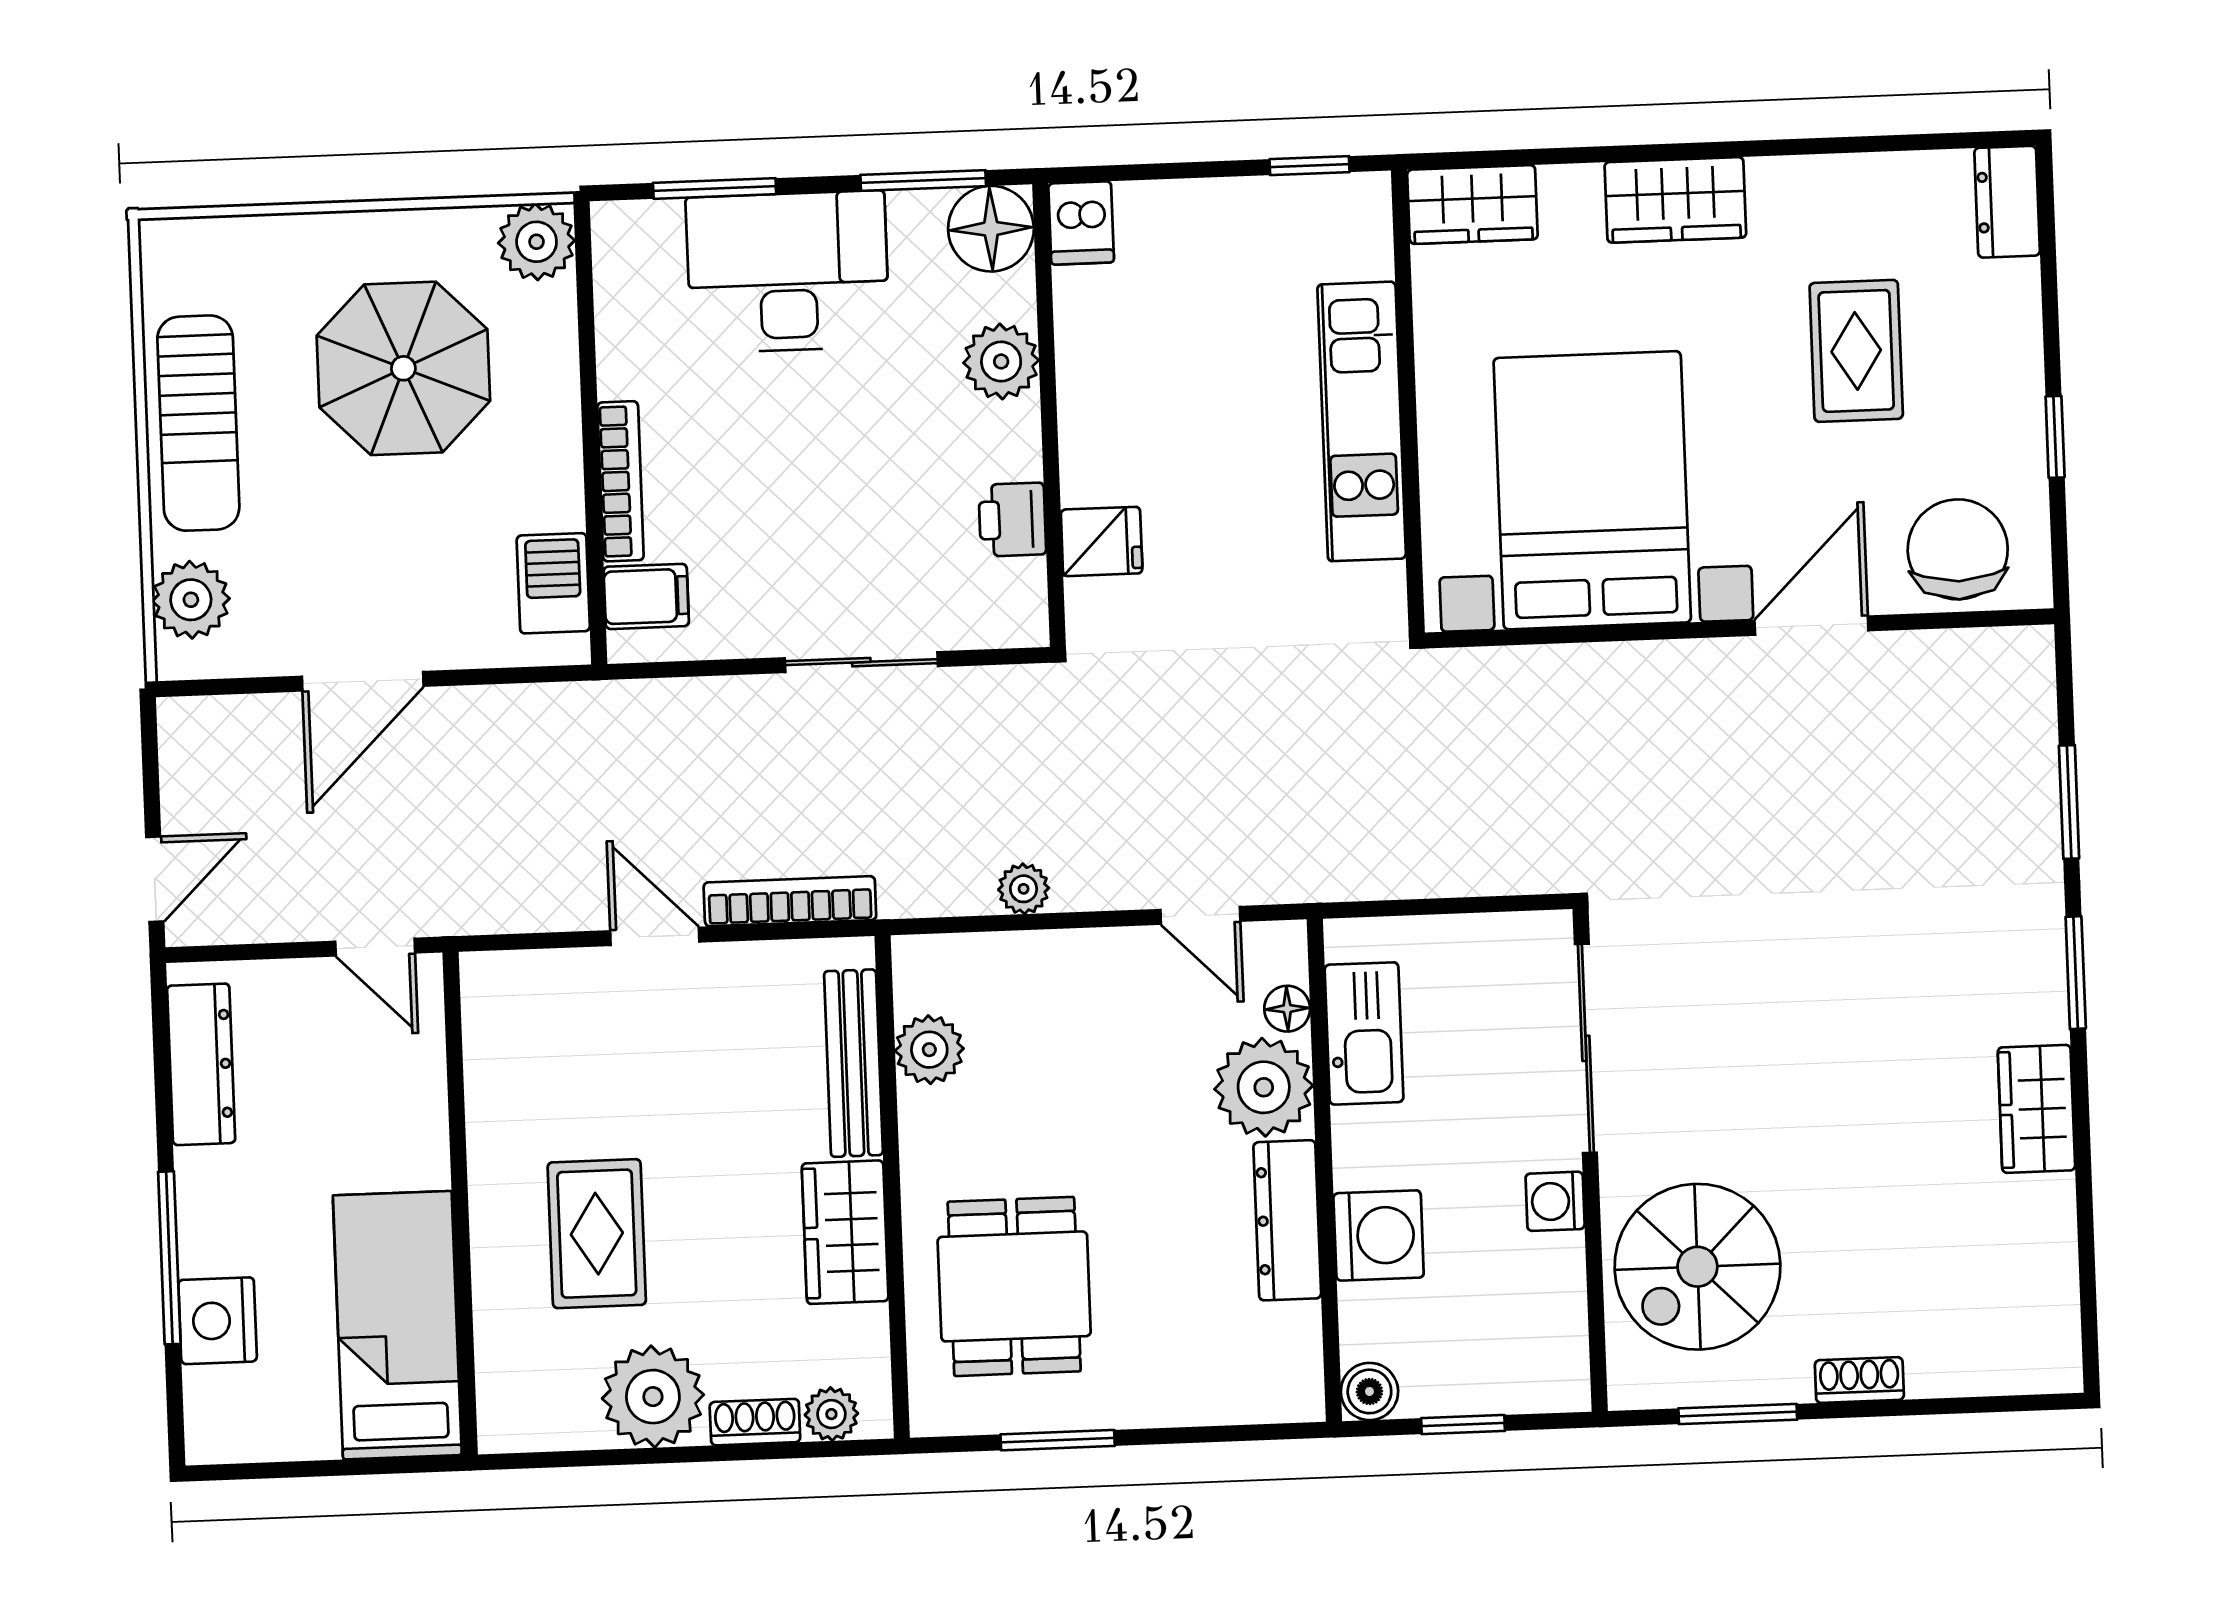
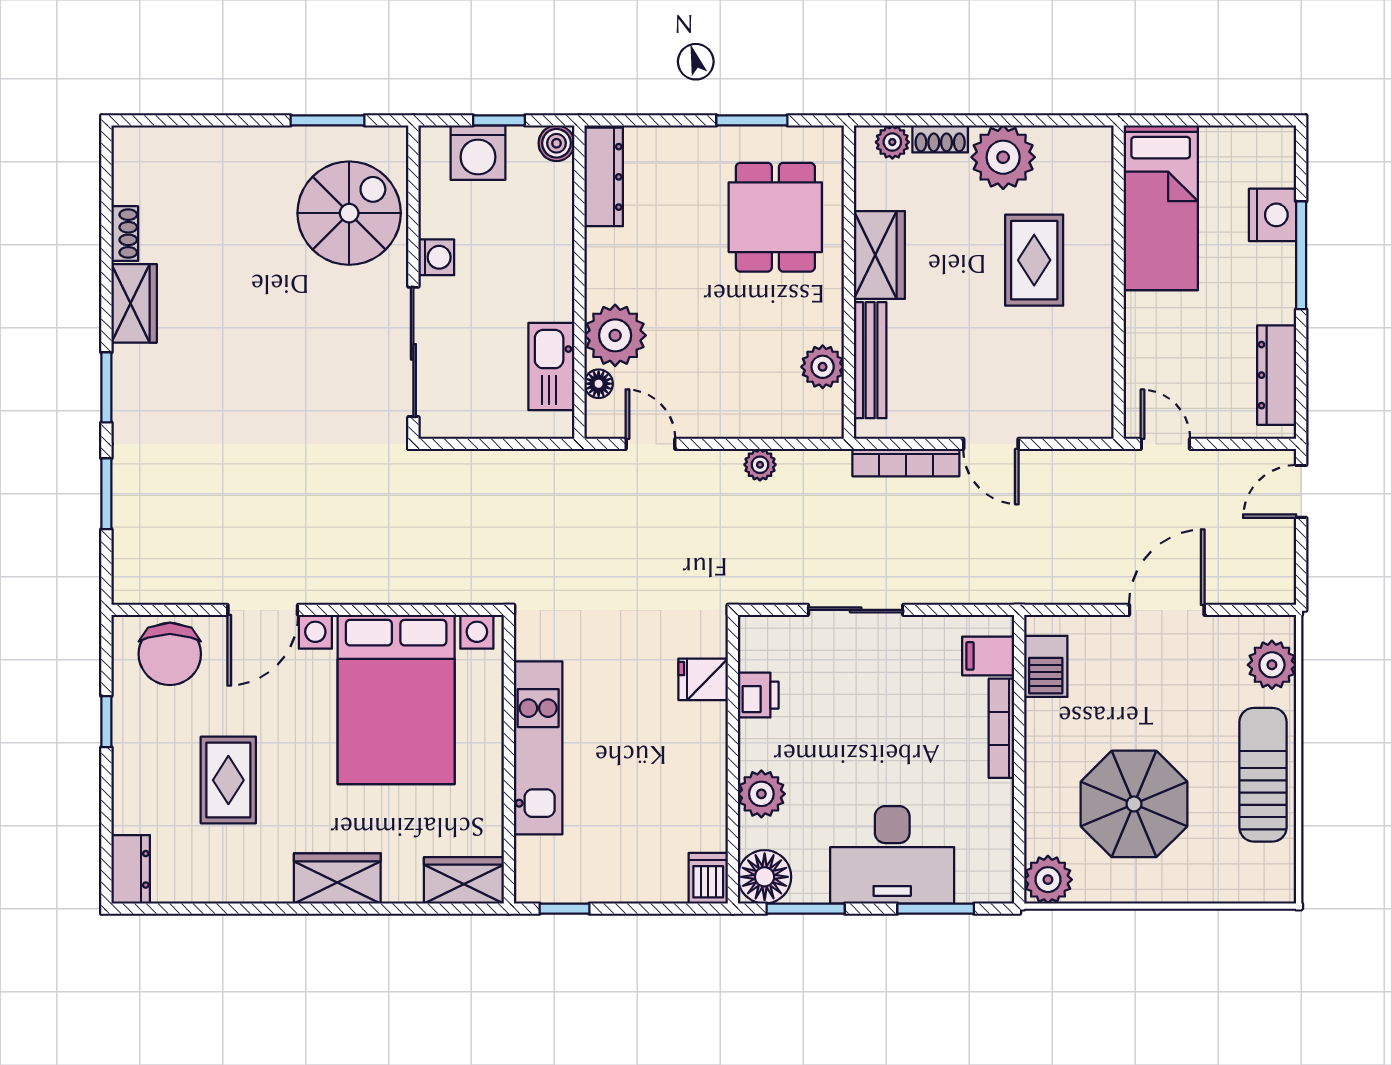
dresser: (1287, 1220) -> (604, 177), moved
washing machine: (1379, 1235) -> (478, 153), moved, turned -90
shoe rack: (1859, 1380) -> (125, 234), moved, turned -90

